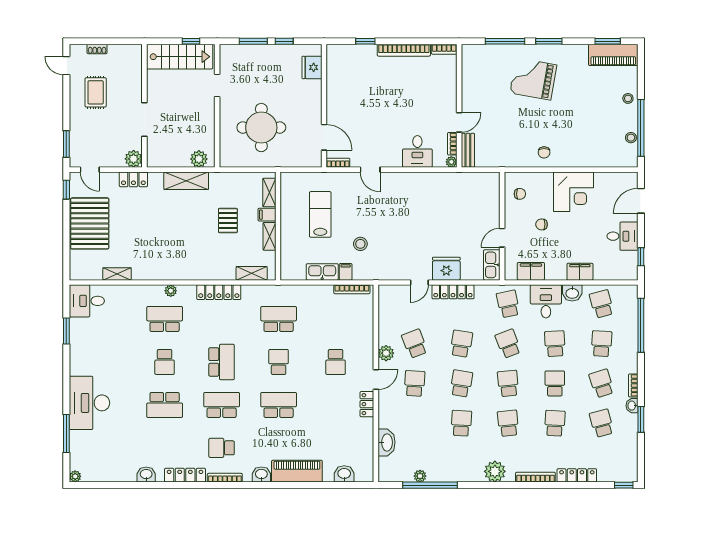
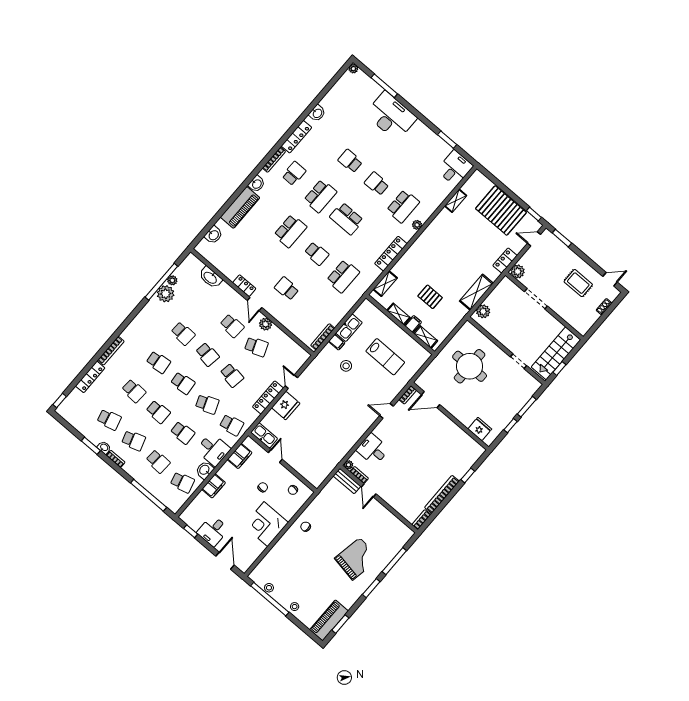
school desk: (165, 405) -> (350, 161), width x0.54
plant: (495, 471) -> (166, 294), moved

